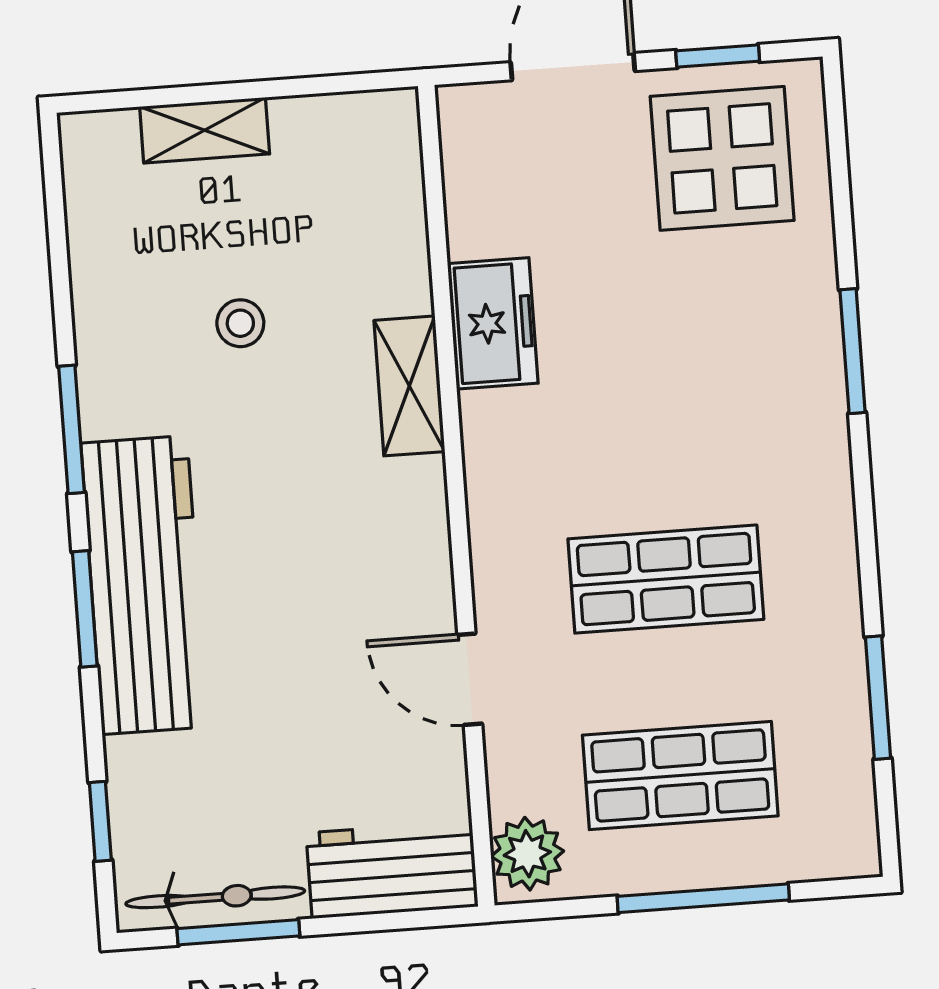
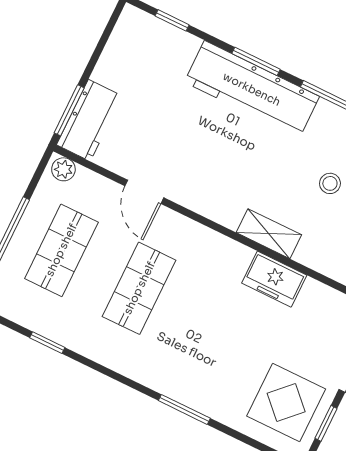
door: (470, 679) -> (144, 192), swing flipped
window: (878, 698) -> (47, 343), width x0.67
plant: (527, 854) -> (63, 169), width x0.73, depth x0.73
bicycle: (215, 897) -> (118, 47), removed
window: (238, 932) -> (69, 110), moved

